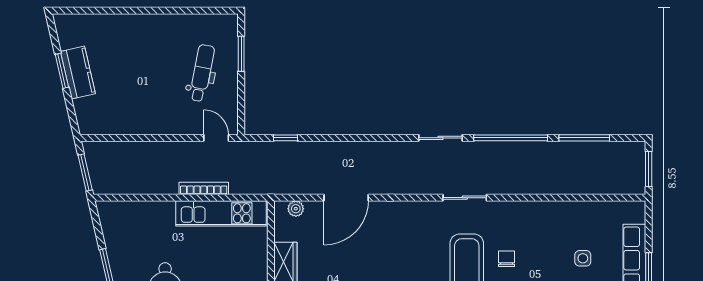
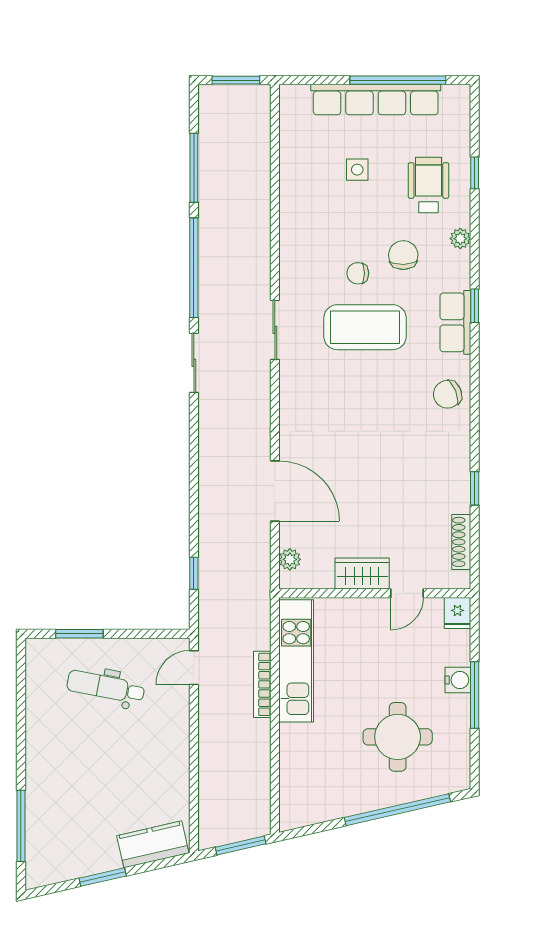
window: (100, 11) -> (21, 826), added
kitchen counter: (78, 73) -> (153, 844), moved

